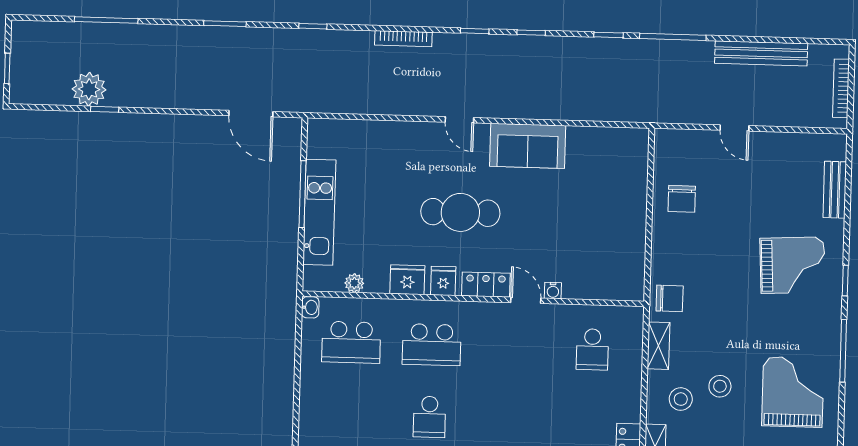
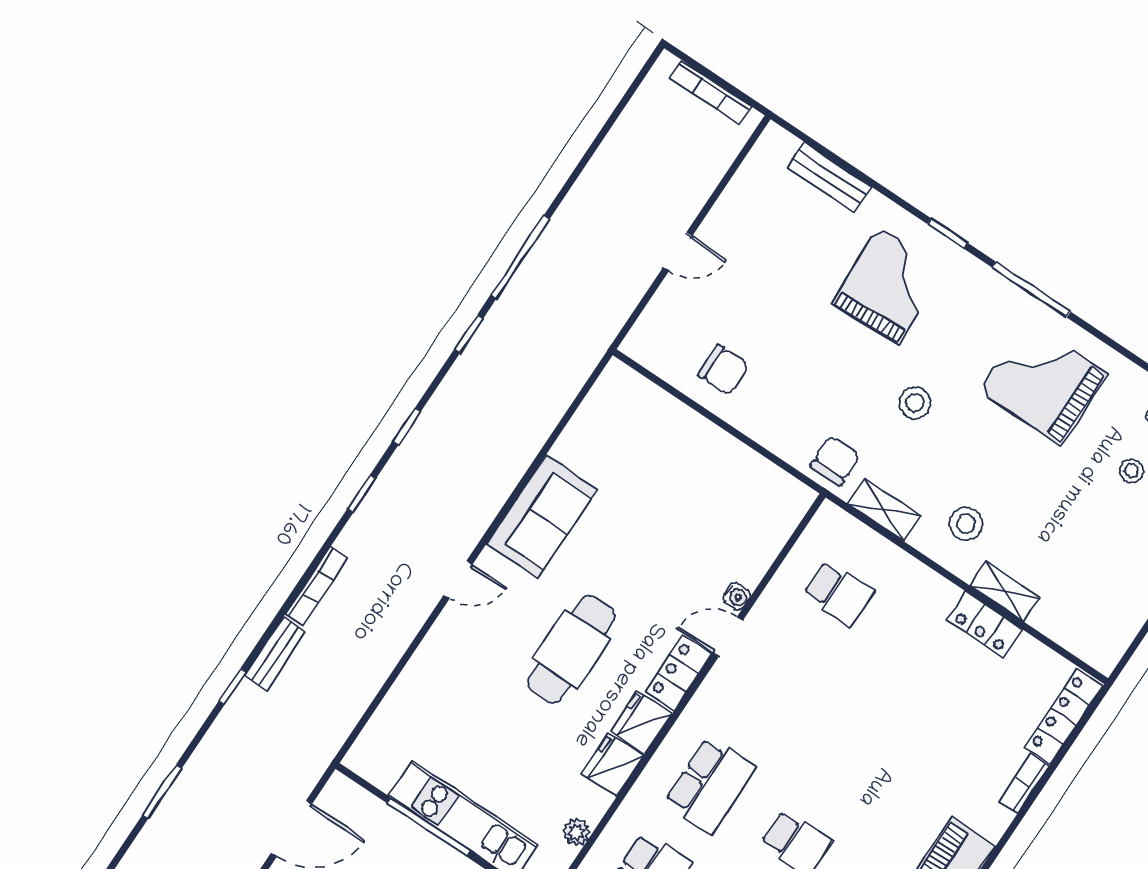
bench: (761, 53) -> (275, 654), moved, width x0.54, depth x0.82
fridge: (443, 281) -> (641, 722), width x1.38
stool: (720, 386) -> (915, 403), moved

